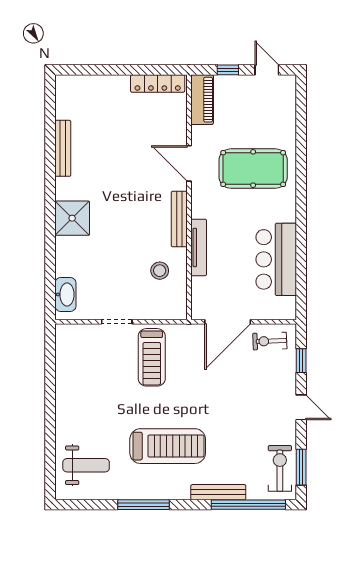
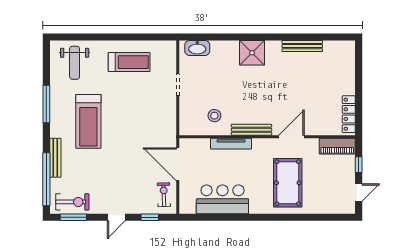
treadmill: (152, 357) -> (129, 62), moved, turned 180

